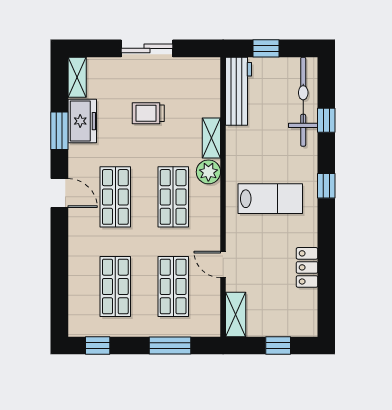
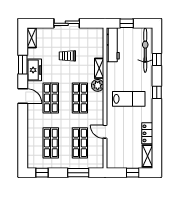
freezer: (82, 121) -> (34, 70), moved
shelving: (236, 315) -> (147, 156), moved

